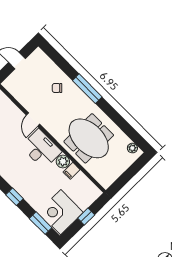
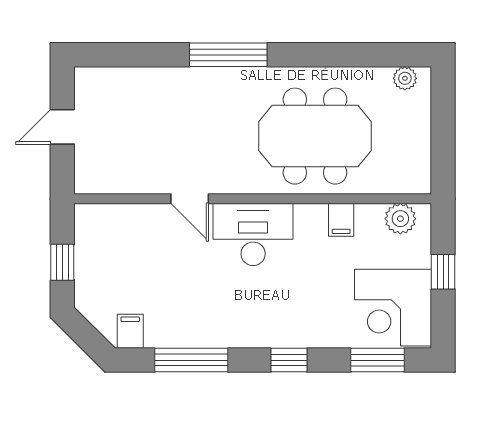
chair: (57, 88) -> (176, 105), removed
plant: (63, 162) -> (400, 219), moved

